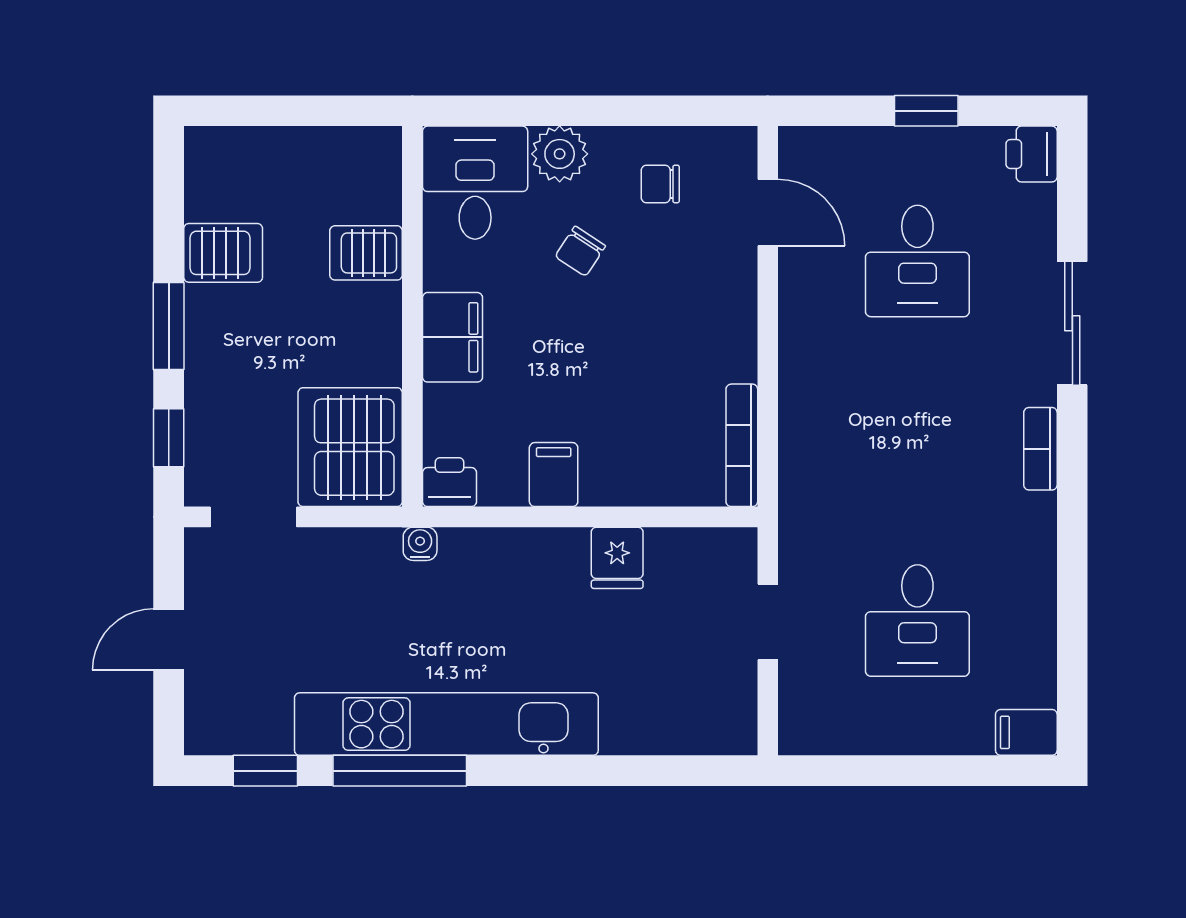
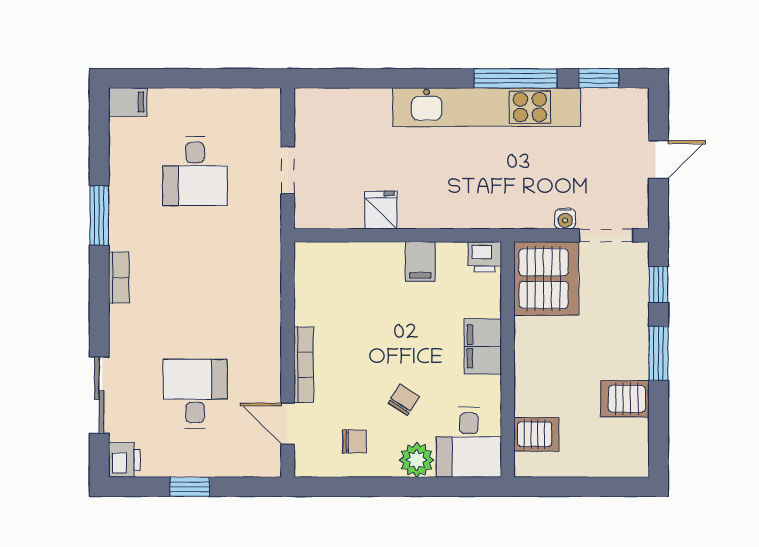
server rack: (366, 253) -> (536, 434), moved
sliding door: (1072, 323) -> (99, 395), moved
bookcase: (742, 445) -> (304, 365), moved
water cooler: (420, 544) -> (565, 219), moved
window: (1072, 549) -> (99, 216), added
desk: (917, 620) -> (195, 171), turned 180

